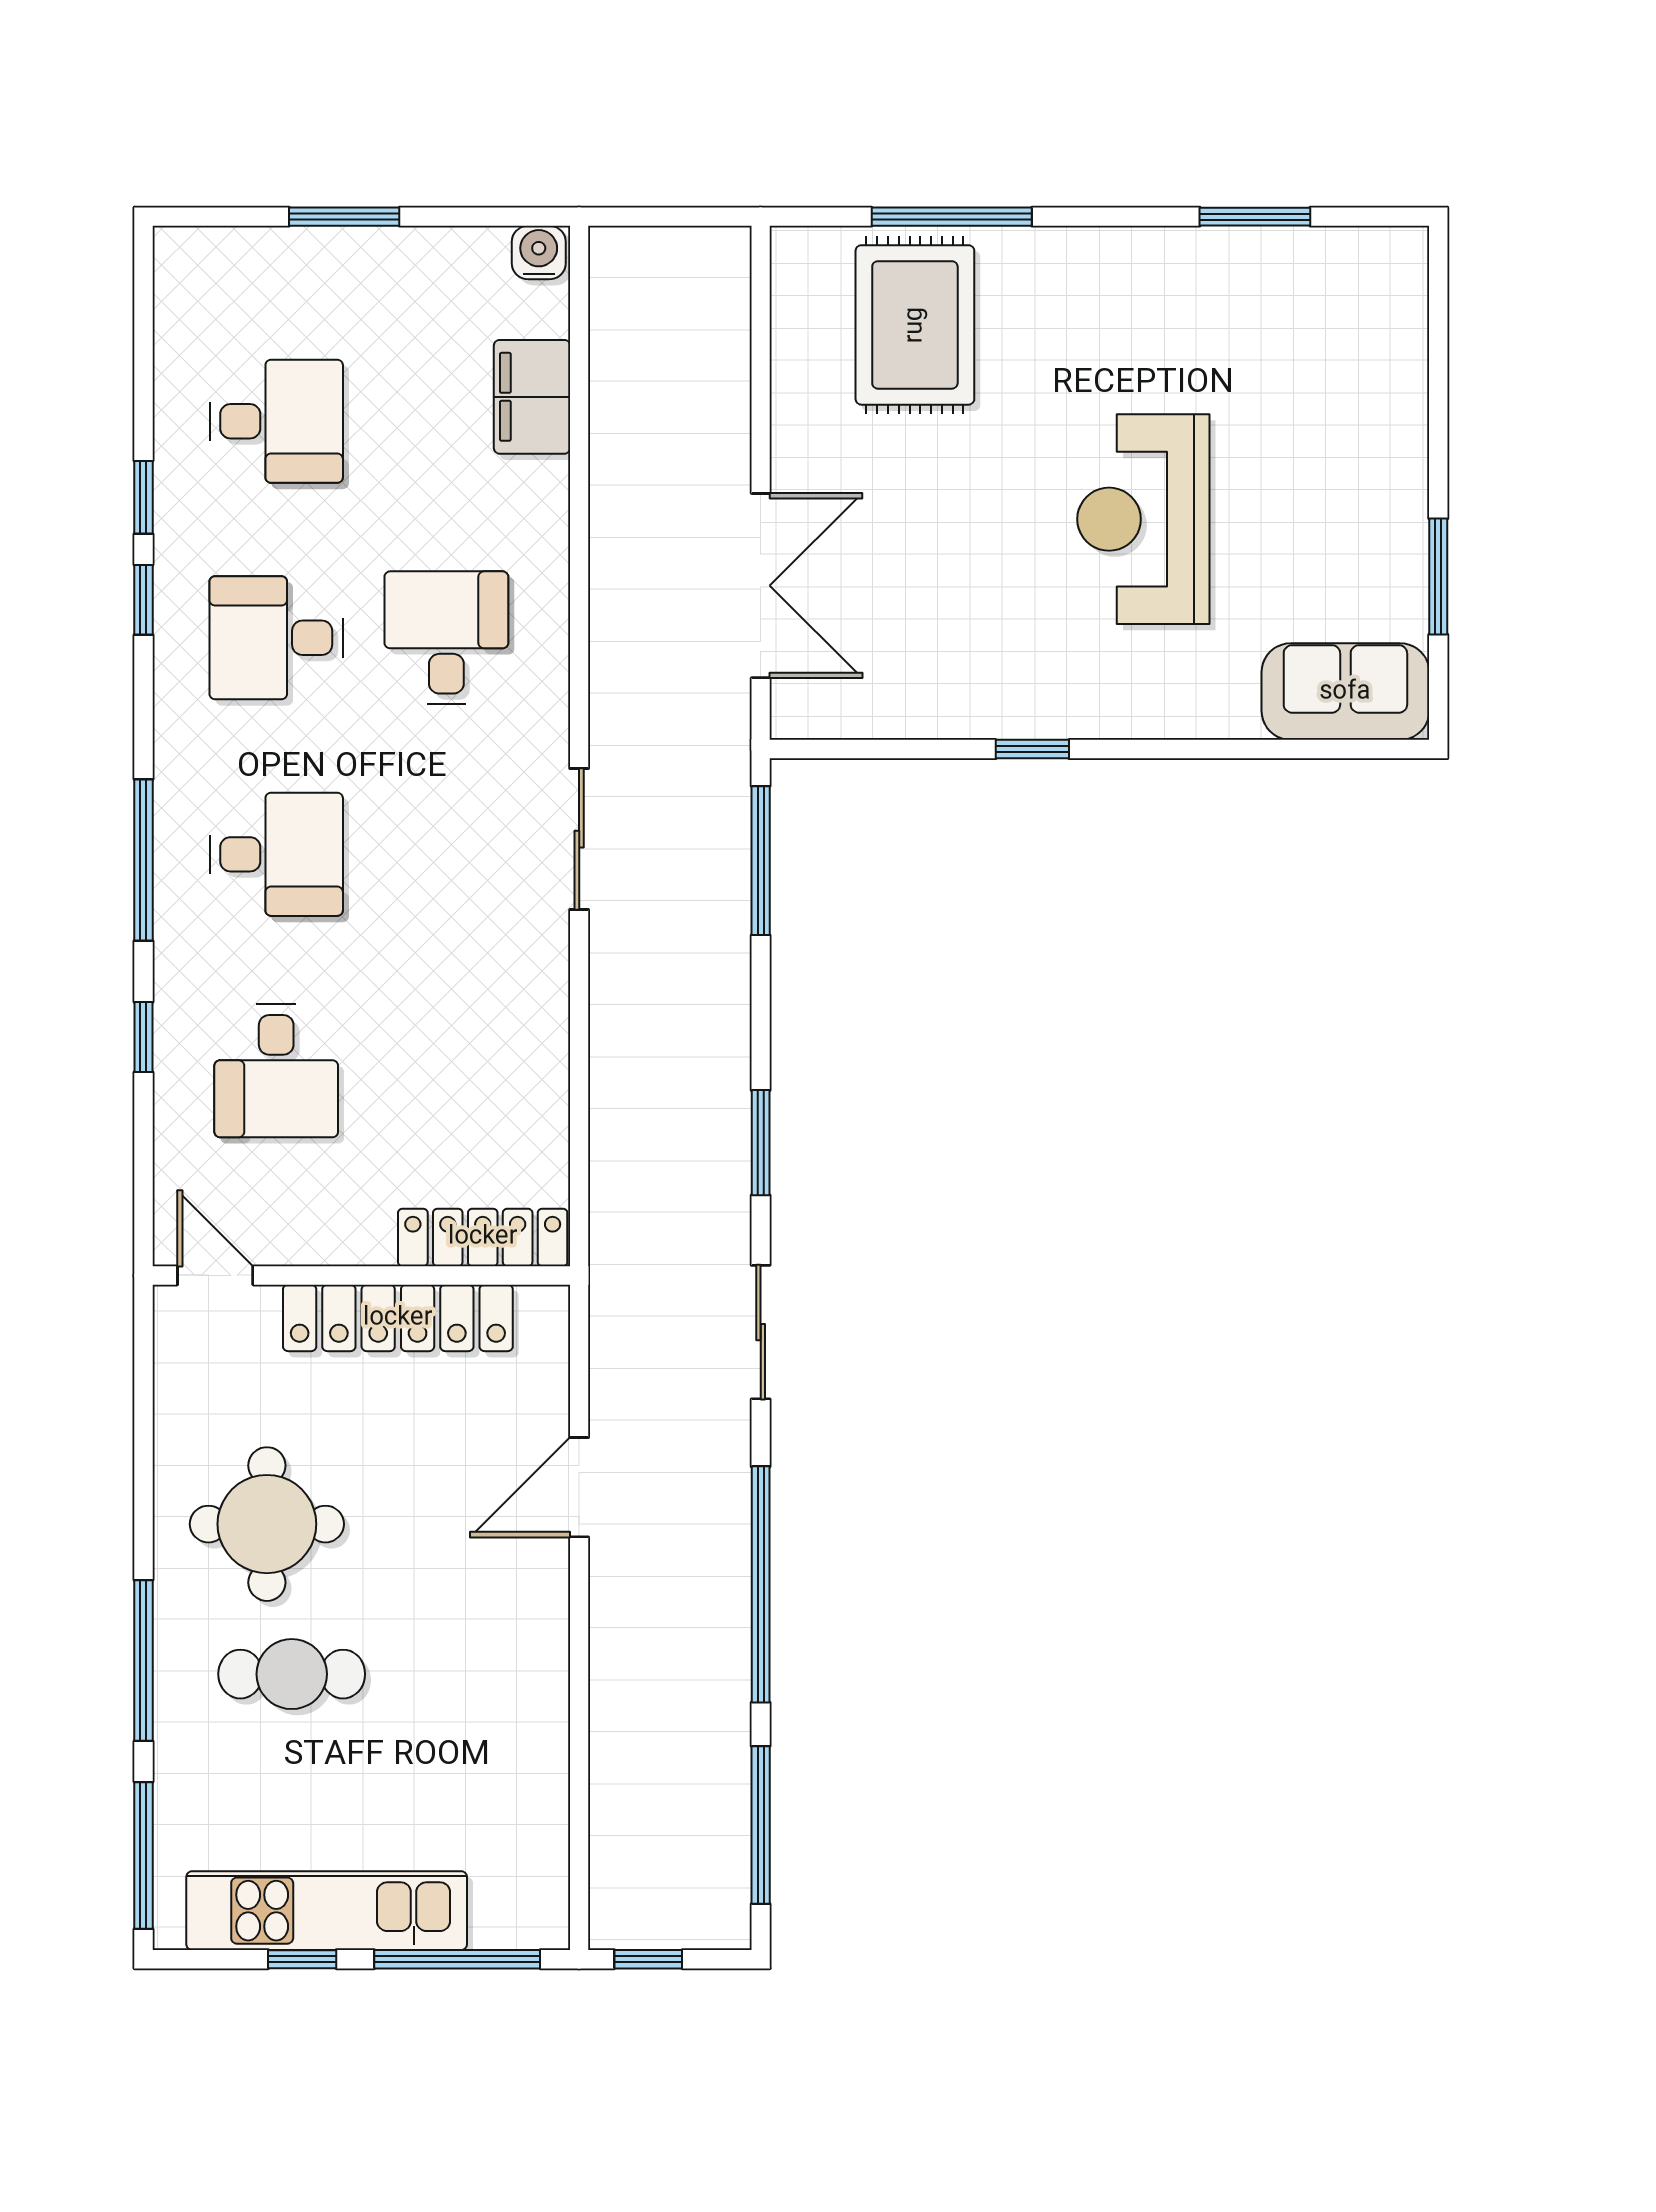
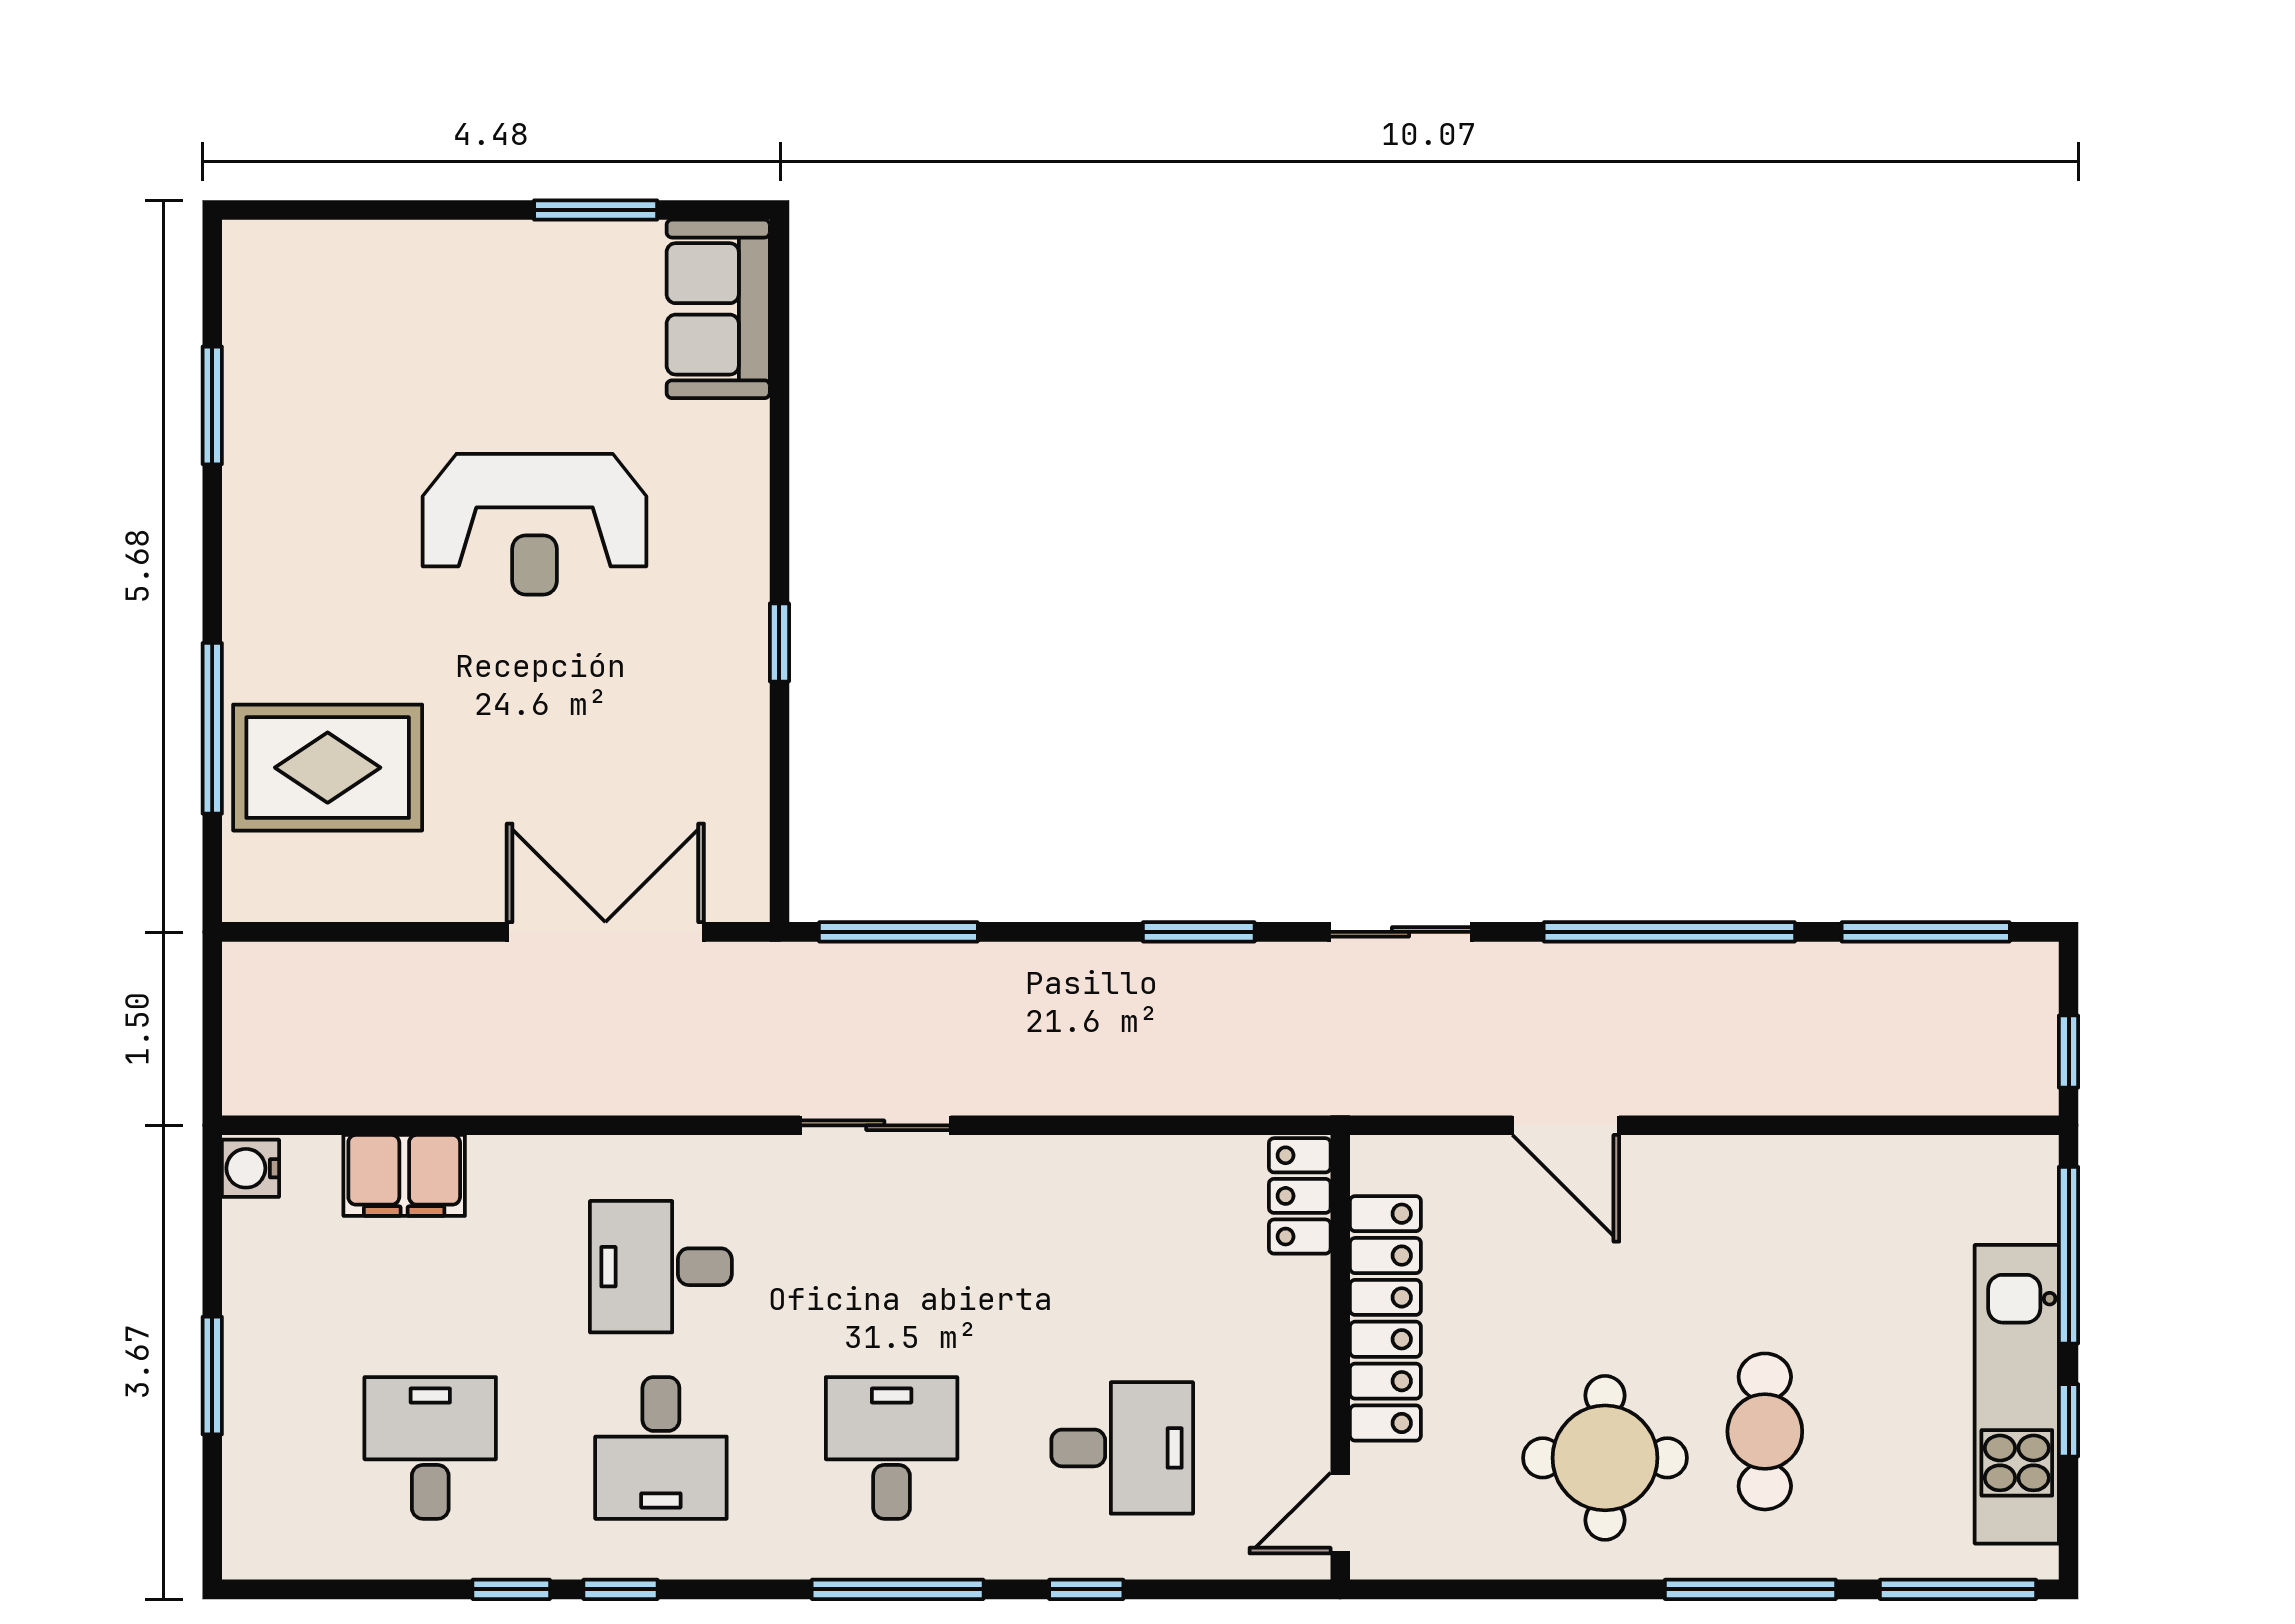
locker: (483, 1237) -> (1300, 1196), width x0.66

